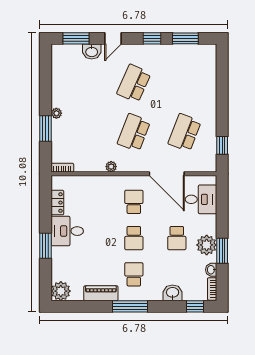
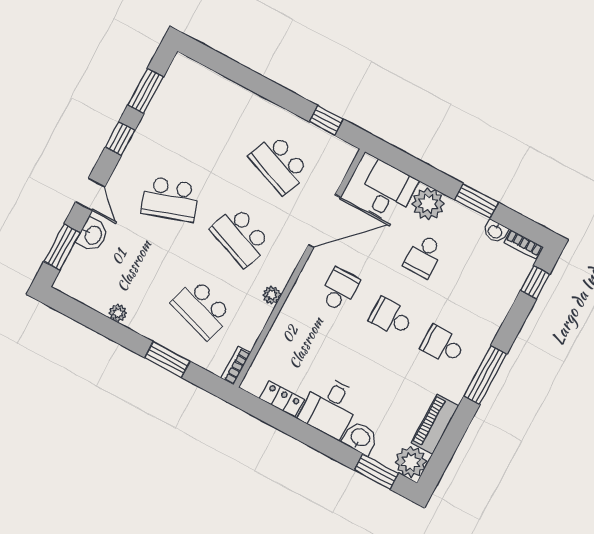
school desk: (134, 83) -> (170, 199), turned -42
plant: (56, 113) -> (118, 313), moved
school desk: (83, 133) -> (202, 309), added
school desk: (134, 202) -> (339, 290), turned 90
school desk: (134, 238) -> (391, 317), turned 180
school desk: (177, 238) -> (424, 256), turned 90
plant: (207, 245) -> (428, 204), moved
window: (46, 246) -> (377, 472), moved
piano: (101, 293) -> (435, 424), moved
washbasin: (173, 293) -> (360, 438), moved, turned 90

